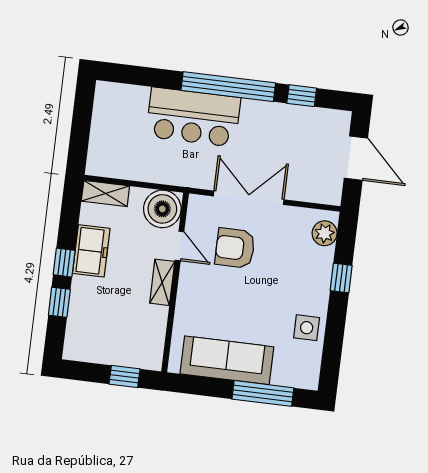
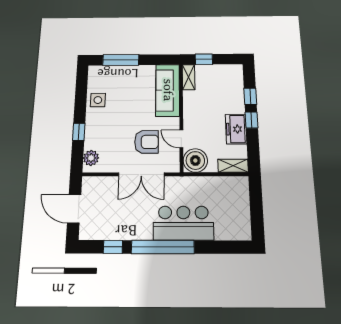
shelving: (162, 282) -> (189, 77), moved
sofa: (227, 360) -> (168, 90), moved, turned 90

